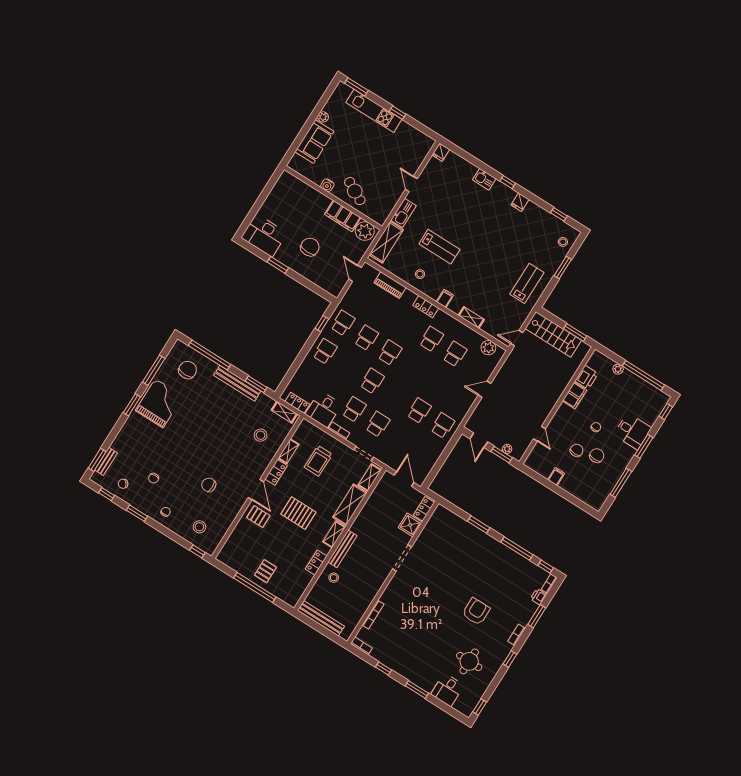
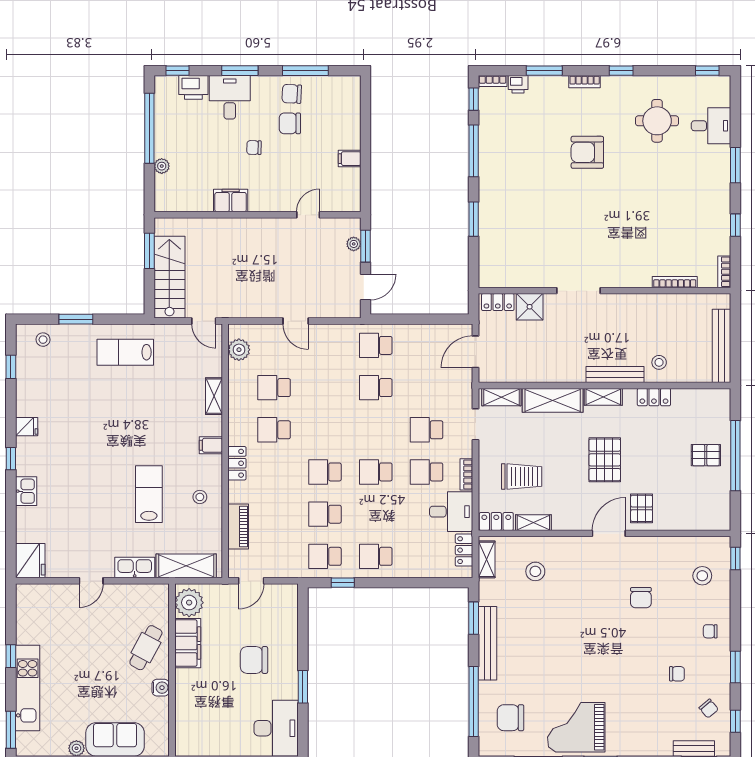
fridge: (441, 152) -> (30, 561), width x1.88, depth x1.34
printer: (587, 377) -> (193, 87), moved, turned 180
chair: (577, 450) -> (292, 94), moved
locker: (276, 472) -> (496, 521), moved

